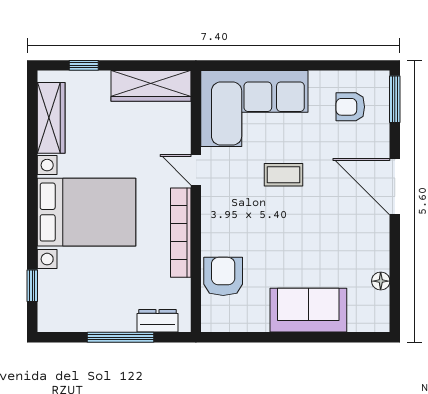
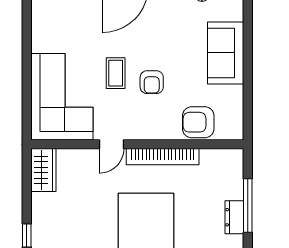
wardrobe: (151, 86) -> (43, 170), width x0.67
armchair: (350, 107) -> (152, 82), moved
dresser: (158, 321) -> (234, 217), moved

